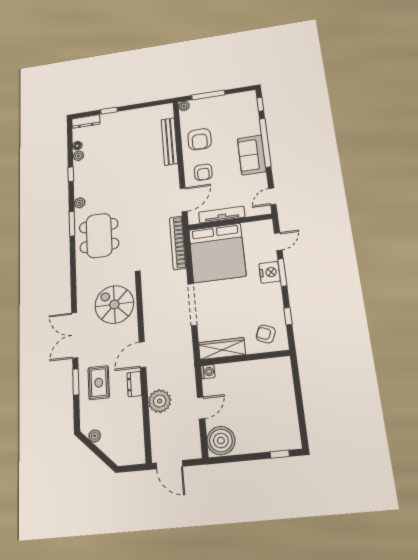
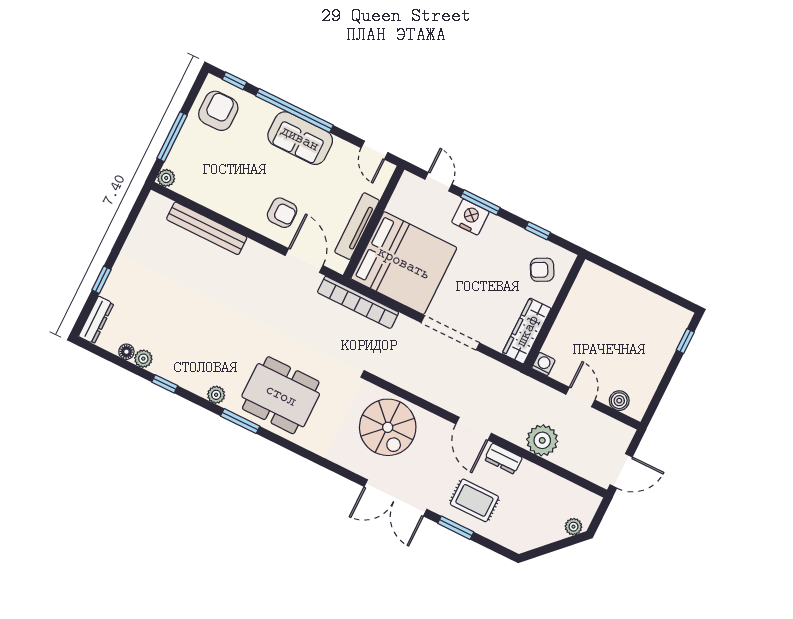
armchair: (199, 139) -> (218, 111), moved, turned -90
spiral stairs: (114, 304) -> (388, 427), turned -90
armchair: (266, 334) -> (542, 270), turned 41
plant: (95, 436) -> (573, 527), moved
boiler: (221, 441) -> (619, 401), width x0.54, depth x0.54

